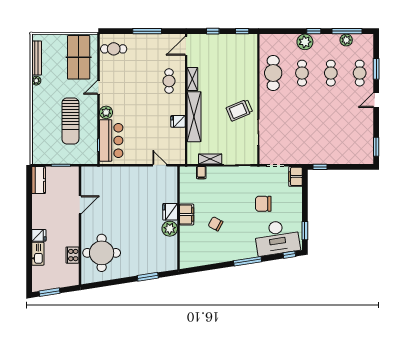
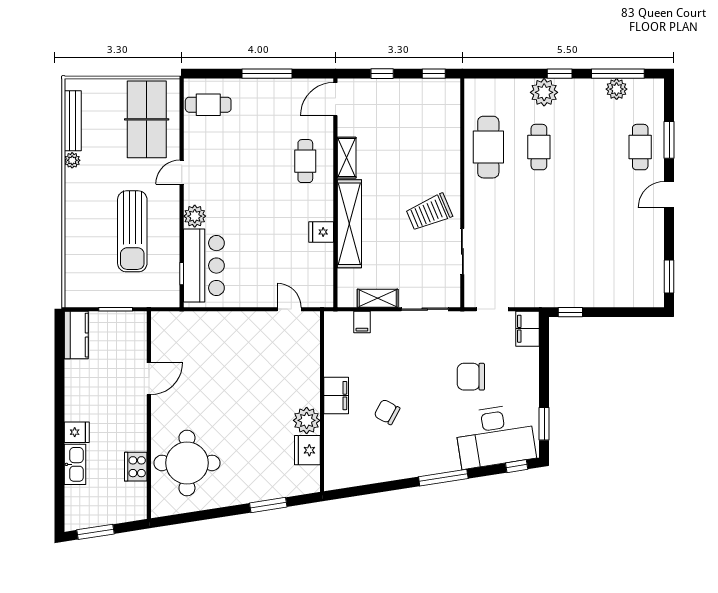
cafe table: (331, 73) -> (590, 147), removed
fridge: (170, 212) -> (307, 450), moved

